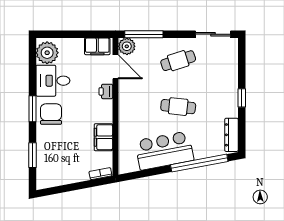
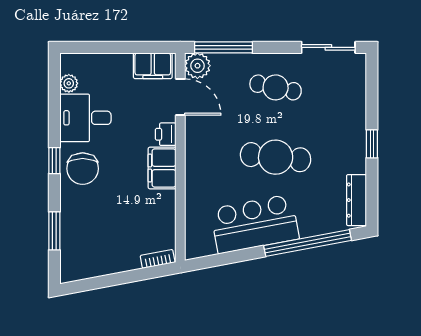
plant: (47, 53) -> (69, 83), width x0.53, depth x0.53
cafe table: (178, 61) -> (276, 87), turned 30
cafe table: (178, 107) -> (276, 157), width x1.37, depth x1.35
window: (32, 109) -> (54, 161), width x0.67
chair: (51, 114) -> (83, 169), turned 180
filing cabinet: (103, 137) -> (162, 168), moved

